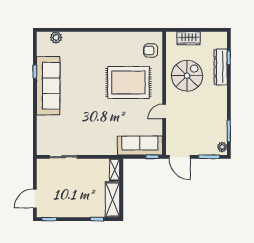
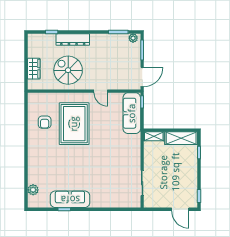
armchair: (151, 50) -> (45, 122), moved
dresser: (221, 67) -> (73, 40), moved
sofa: (48, 86) -> (70, 199), width x0.74, depth x0.79

